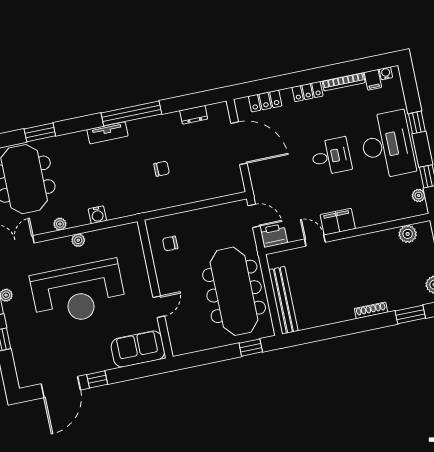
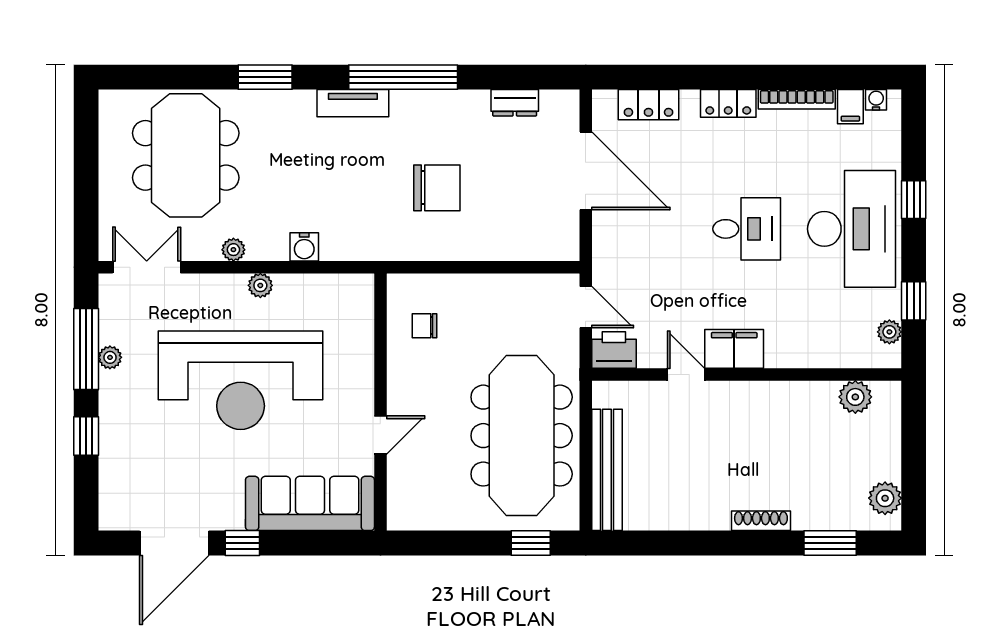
window: (40, 132) -> (265, 77), moved
chair: (162, 169) -> (437, 188), width x1.87, depth x1.87
sofa: (138, 349) -> (310, 503), width x1.36

